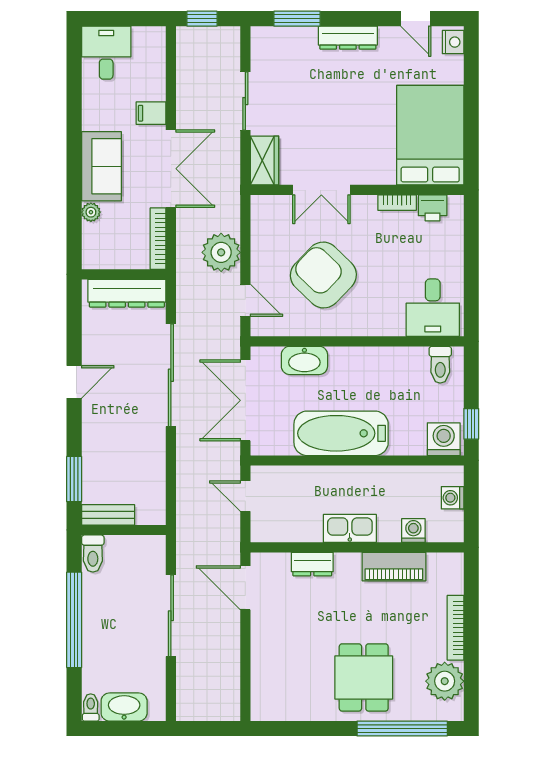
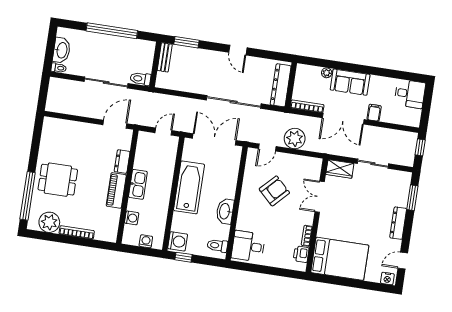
armchair: (323, 275) -> (274, 191), width x0.73, depth x0.73
washbasin: (304, 360) -> (225, 211), moved
toilet: (93, 554) -> (140, 79), moved
piano: (394, 567) -> (116, 190), moved
toilet: (91, 707) -> (59, 68), moved

